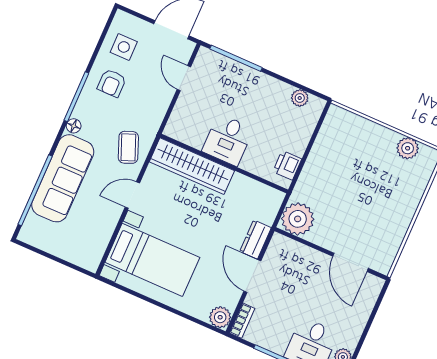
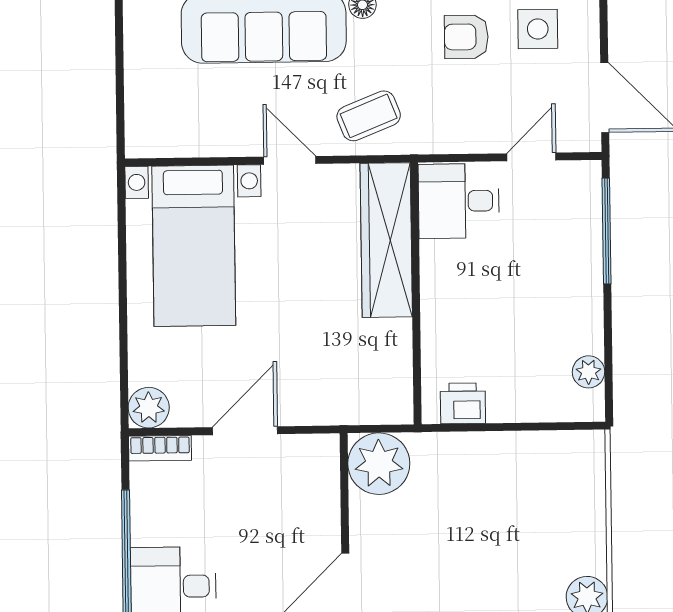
desk: (228, 140) -> (459, 201), moved
dresser: (256, 239) -> (310, 407), removed

